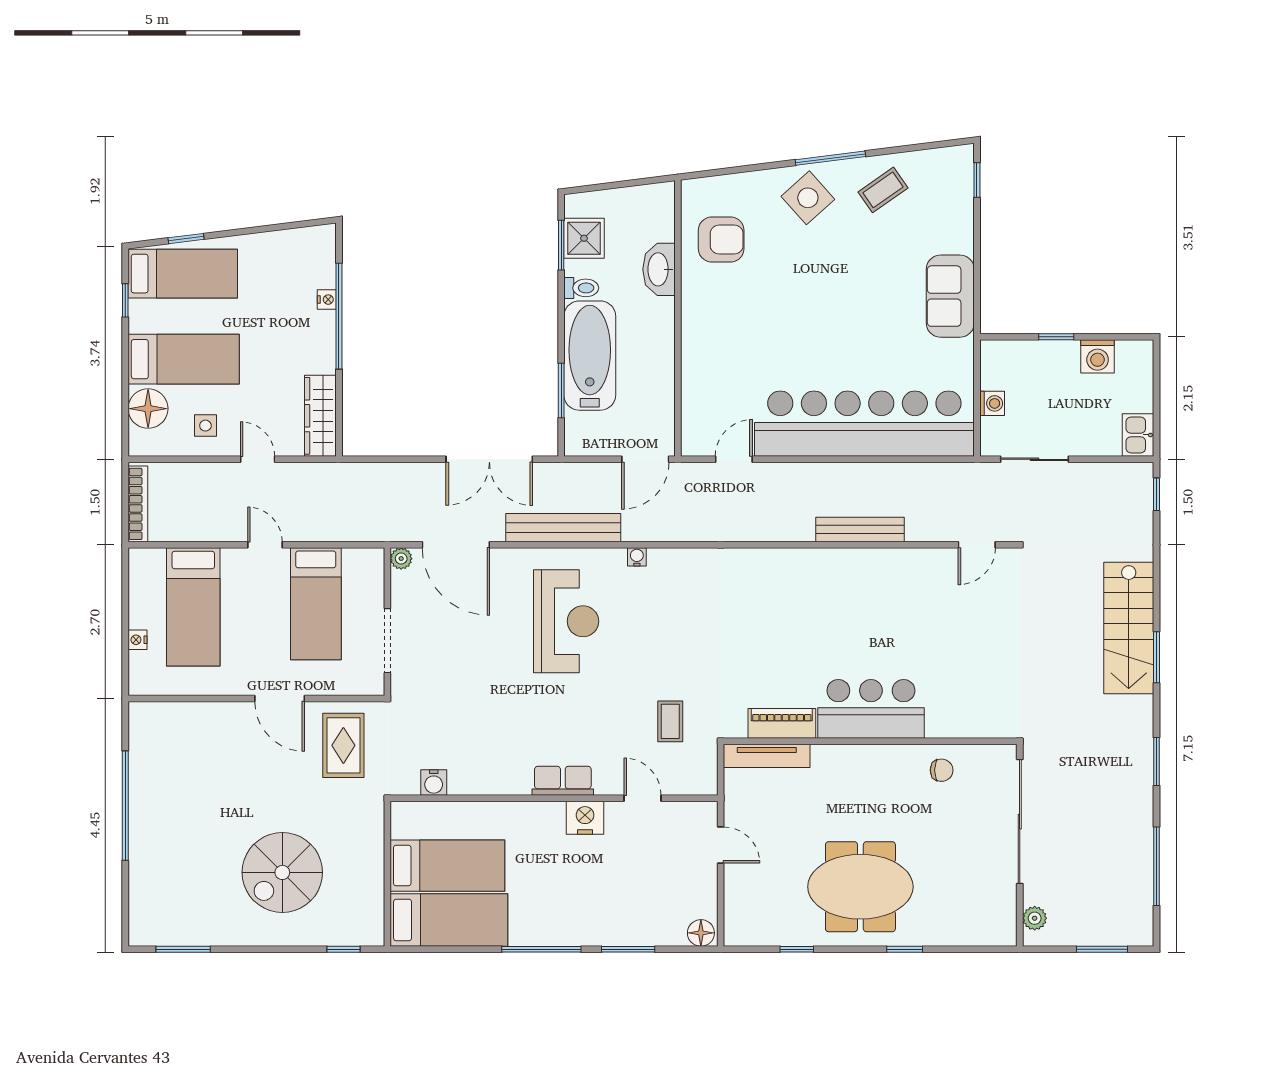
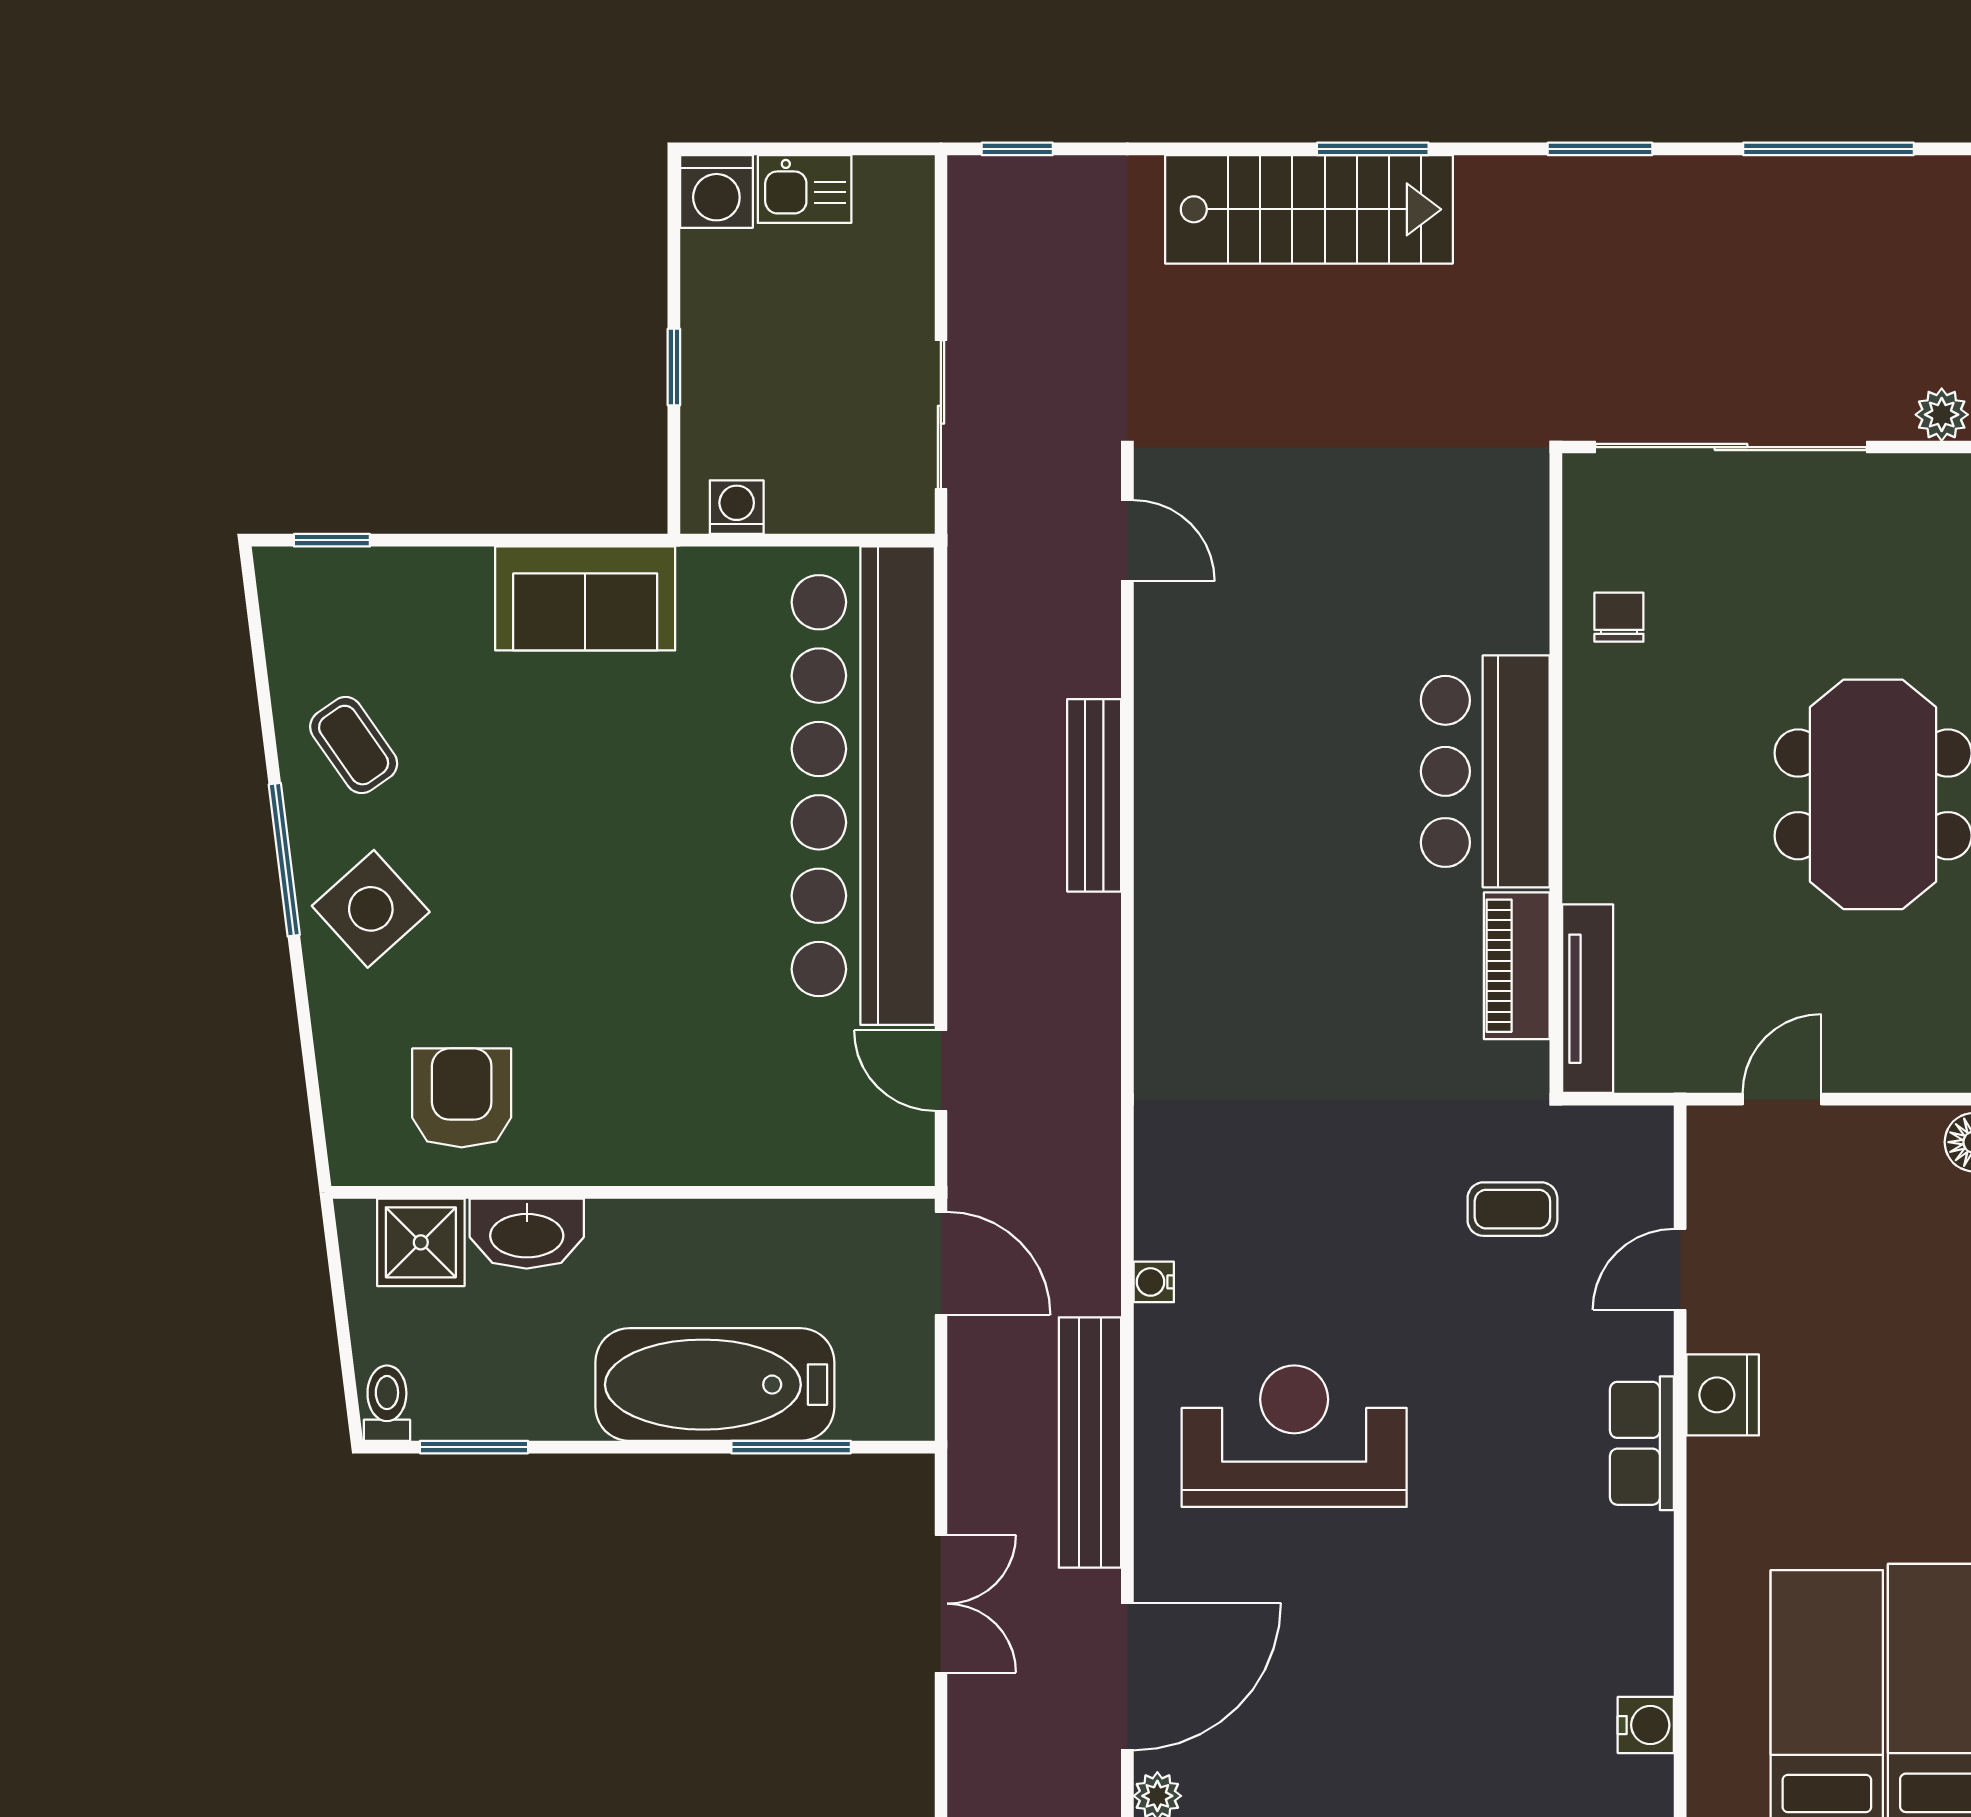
shower: (584, 238) -> (421, 1242), moved
toilet: (581, 288) -> (387, 1403), moved
washing machine: (1098, 356) -> (716, 191), moved, turned 90
washing machine: (992, 403) -> (737, 507), moved
kitchen sink: (1138, 435) -> (805, 189), moved
double door: (489, 459) -> (941, 1604), width x0.73

